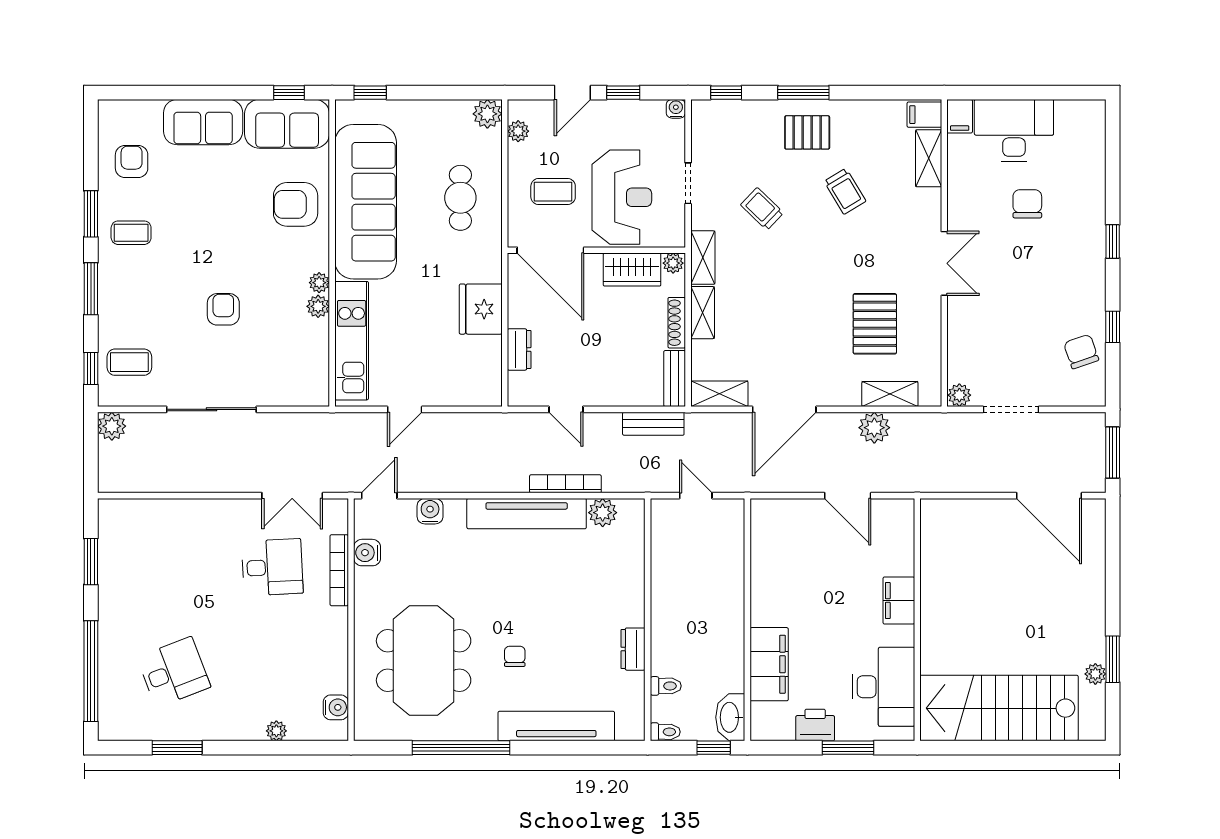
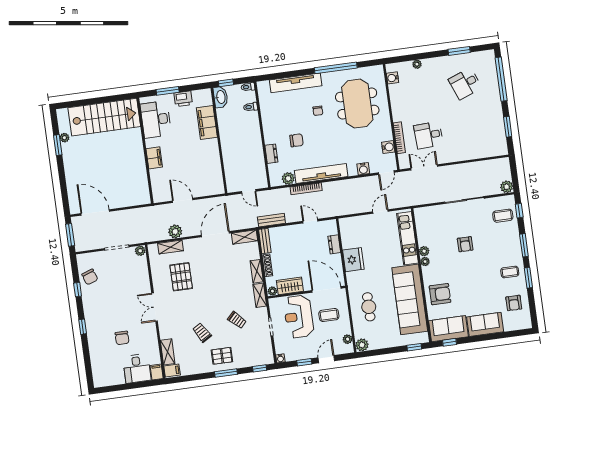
desk: (1014, 130) -> (137, 368), width x0.73
chair: (572, 596) -> (296, 140), added
dresser: (633, 649) -> (271, 154), moved

